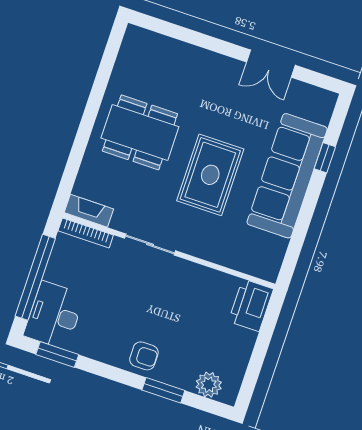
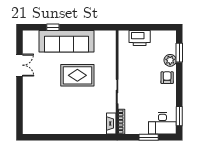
dining table: (140, 132) -> (69, 113), removed
window: (35, 277) -> (149, 137), width x0.47
printer: (251, 305) -> (140, 38), moved
plant: (209, 385) -> (170, 60), moved
window: (163, 390) -> (179, 53), moved

